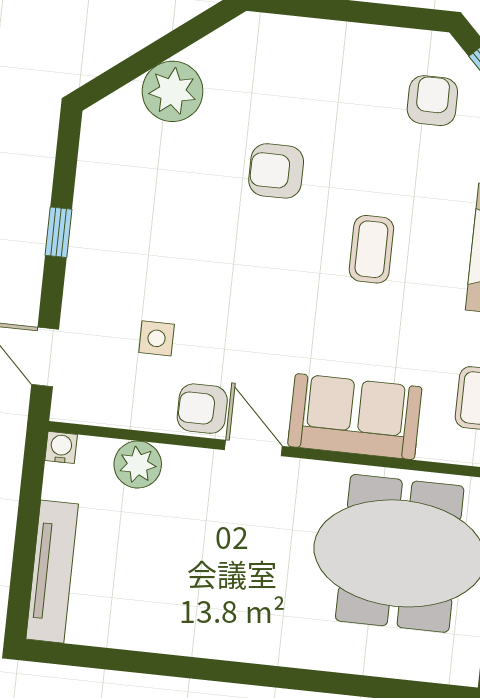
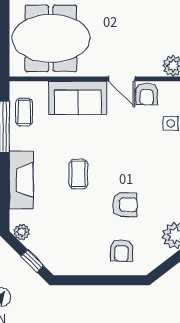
armchair: (432, 101) -> (121, 250), moved
armchair: (202, 409) -> (147, 94), turned 91

